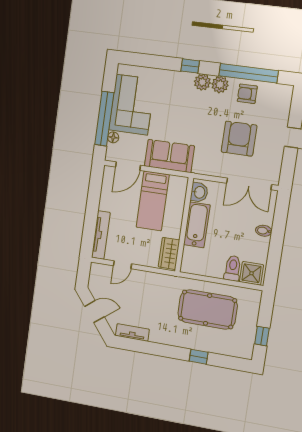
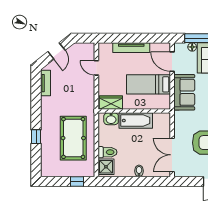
washbasin: (199, 192) -> (111, 119), moved
tv unit: (101, 235) -> (131, 48), moved
window: (262, 336) -> (77, 182), moved

